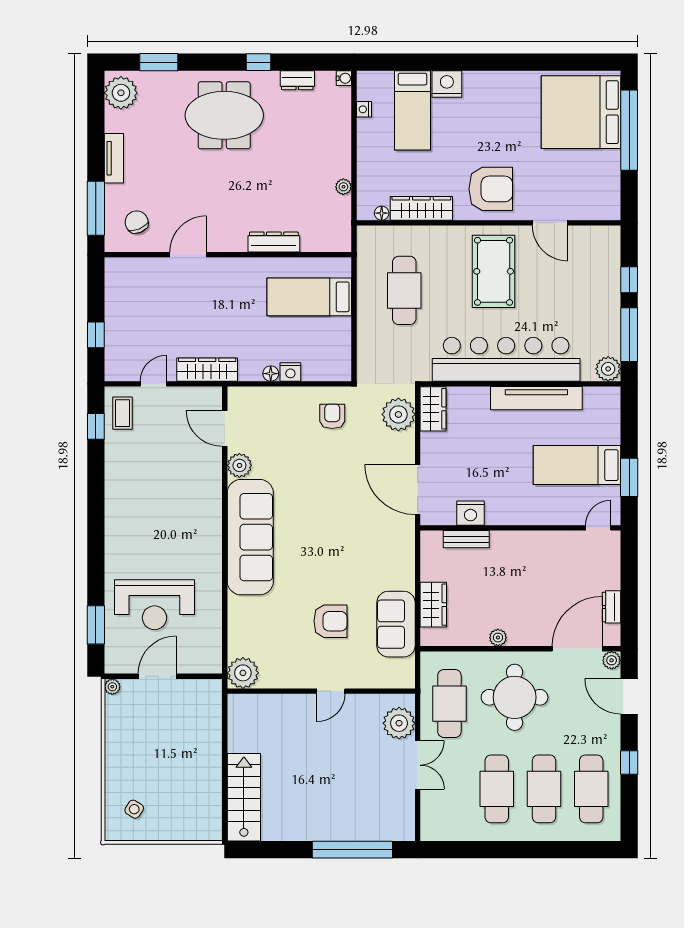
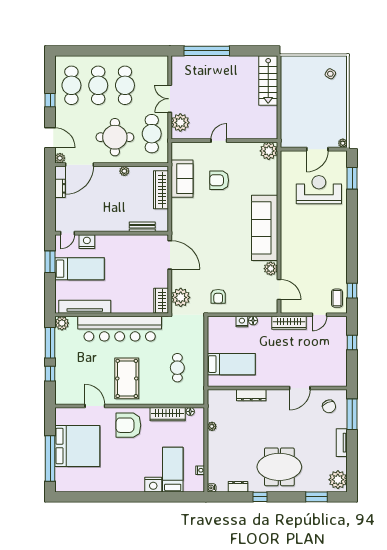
bed: (581, 112) -> (77, 446), moved
cafe table: (404, 290) -> (177, 368), width x0.73, depth x0.74
tv unit: (536, 398) -> (85, 307), moved
nightstand: (470, 513) -> (87, 242), moved
wardrobe: (433, 605) -> (161, 190), width x1.50

